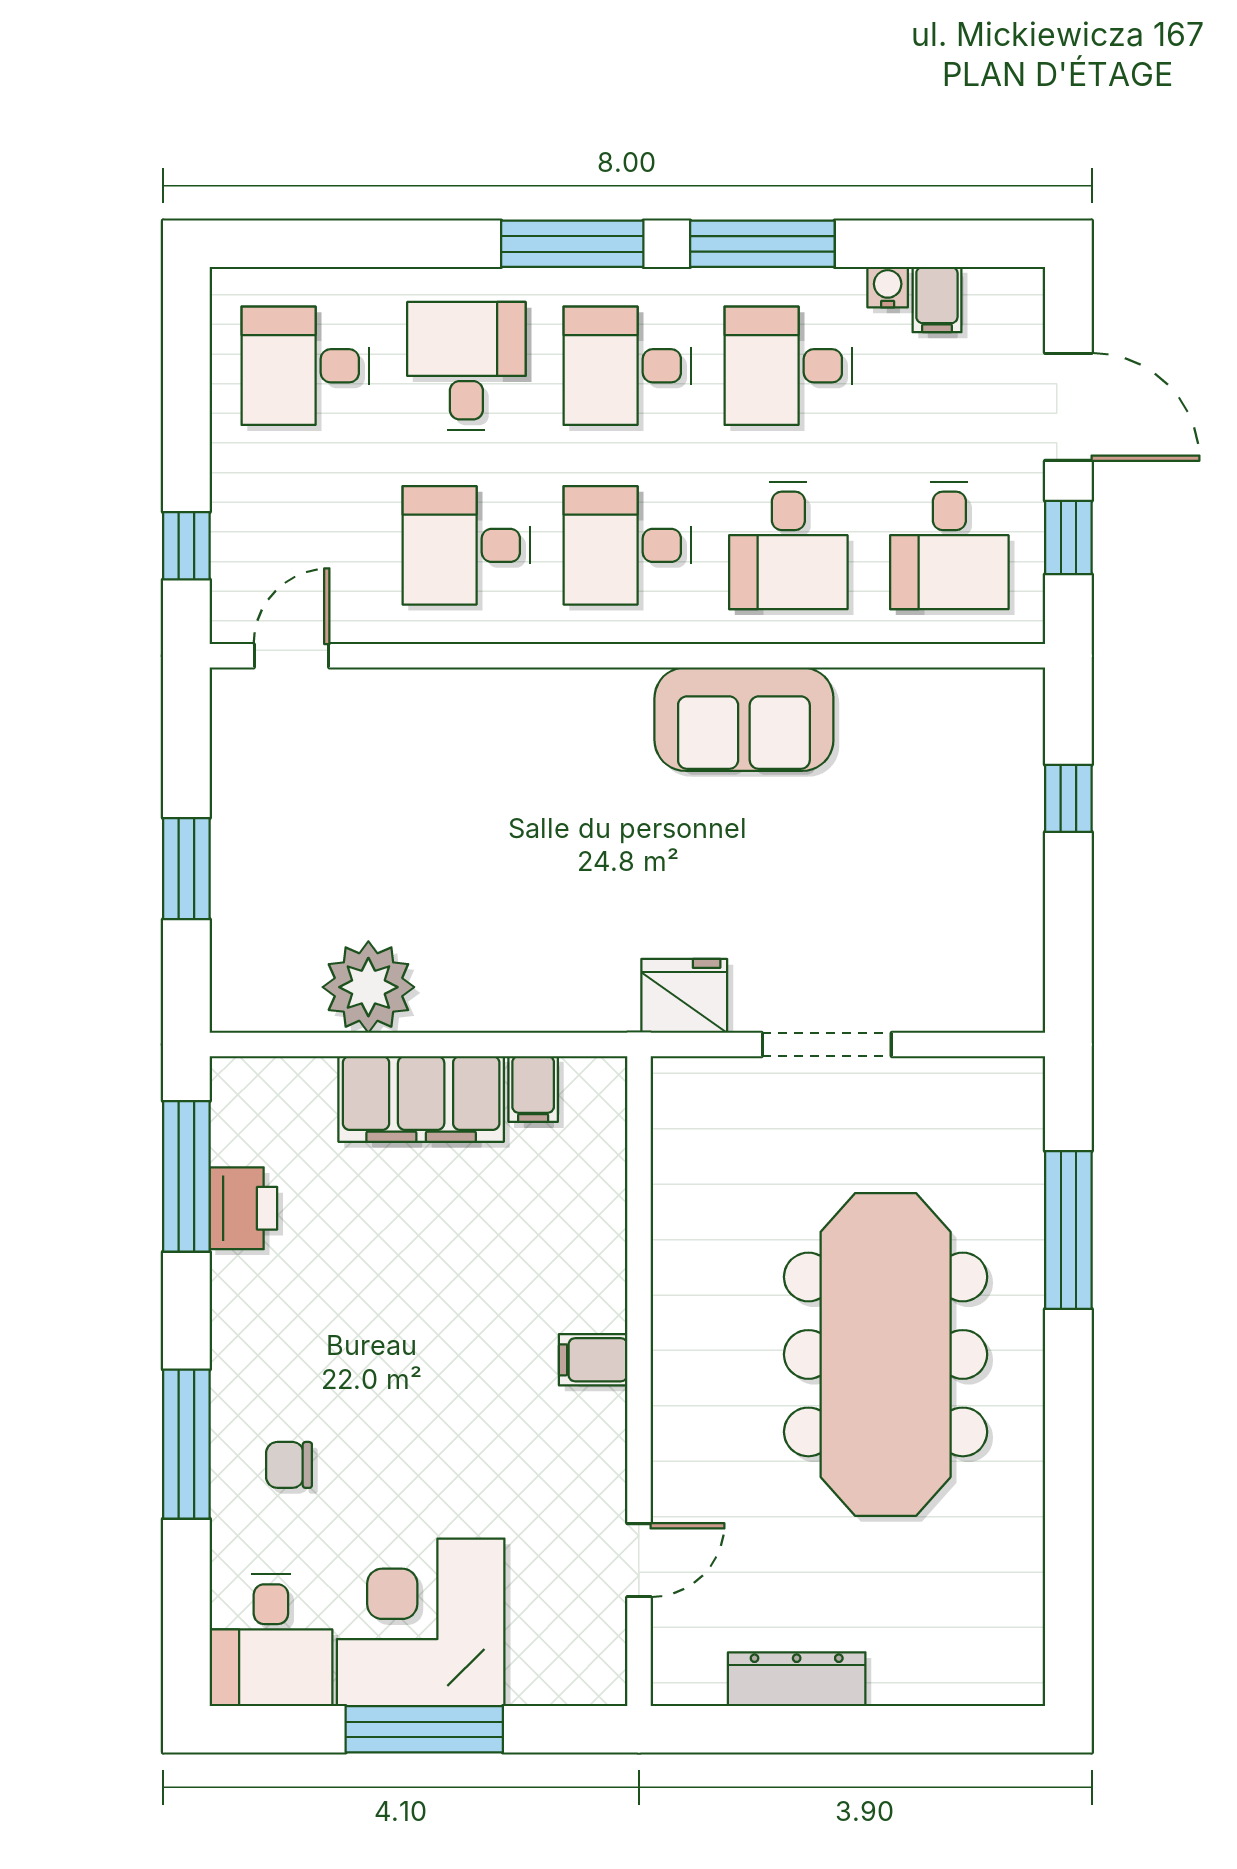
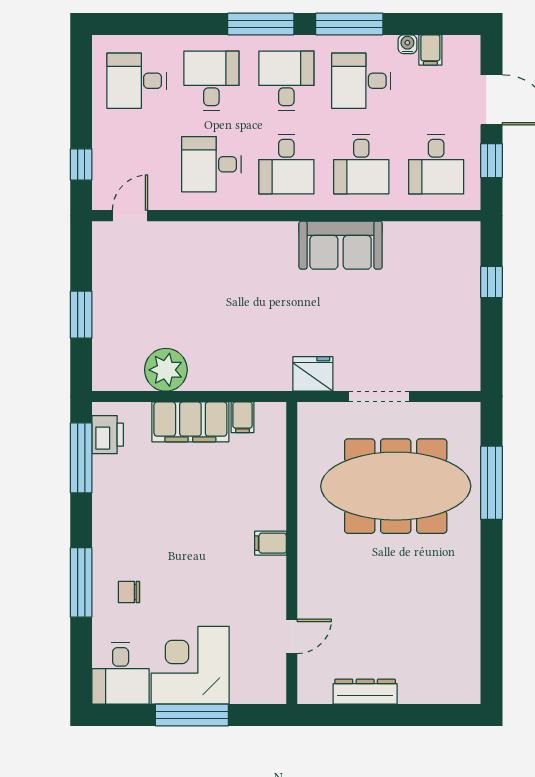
desk: (627, 366) -> (286, 81), turned 90
desk: (627, 545) -> (286, 164), turned -90
printer: (243, 1208) -> (108, 435), moved
meeting table: (886, 1354) -> (396, 486), moved, turned 90

